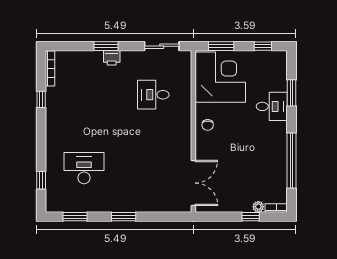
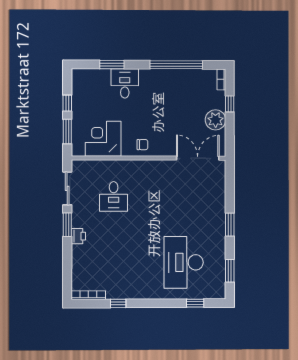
window: (106, 46) -> (67, 225), moved
window: (263, 46) -> (67, 103), moved
corner desk: (220, 77) -> (103, 139), width x0.74, depth x0.74
desk: (84, 168) -> (184, 262), width x1.36, depth x1.30
plant: (258, 207) -> (216, 120), moved, width x1.88, depth x1.88

